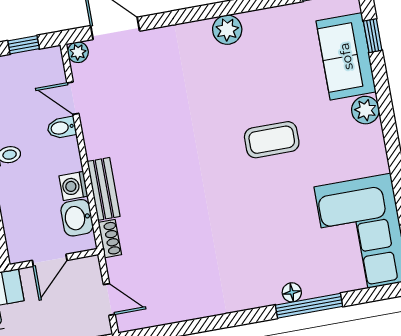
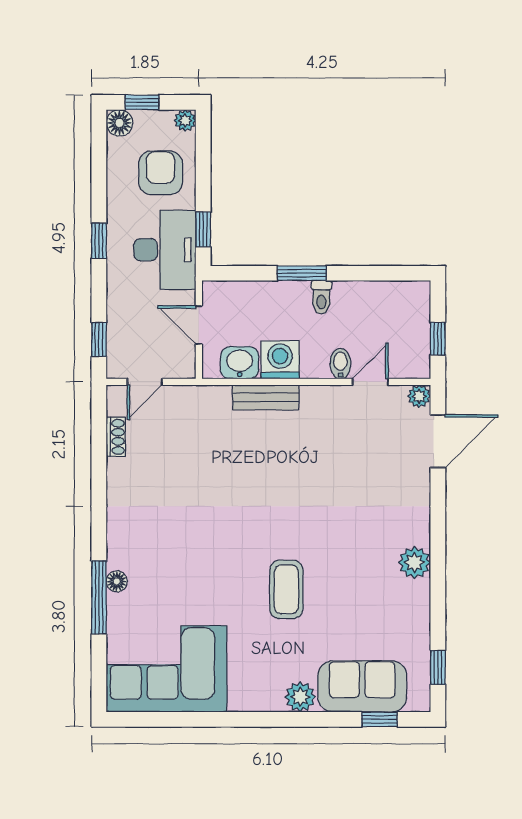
washing machine: (73, 186) -> (280, 360), width x1.38, depth x1.38
shoe rack: (110, 239) -> (116, 437), moved, turned -90

